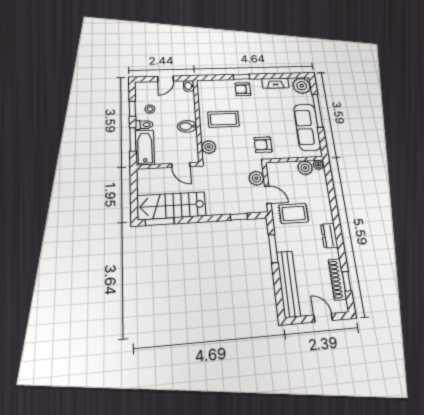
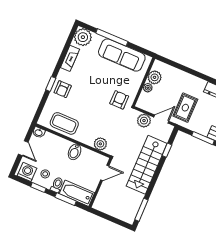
washing machine: (143, 92) -> (27, 172), added
coffee table: (223, 119) -> (64, 123), moved, turned 90
armchair: (263, 145) -> (119, 100), turned 180
plant: (318, 165) -> (148, 88), moved
stairs: (171, 206) -> (147, 165), moved

